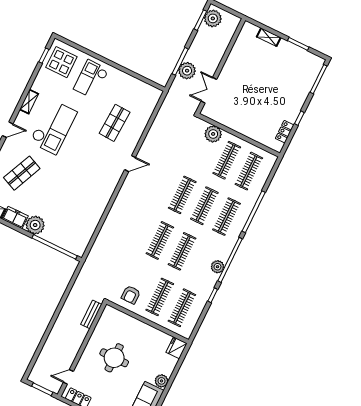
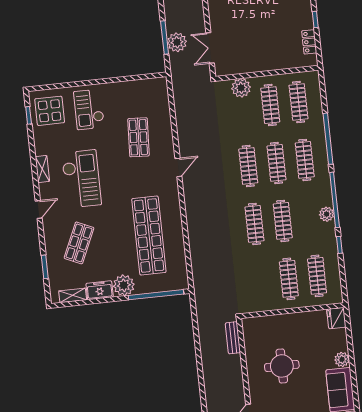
shop shelf: (77, 200) -> (149, 235), added
armchair: (131, 295) -> (259, 294), removed

